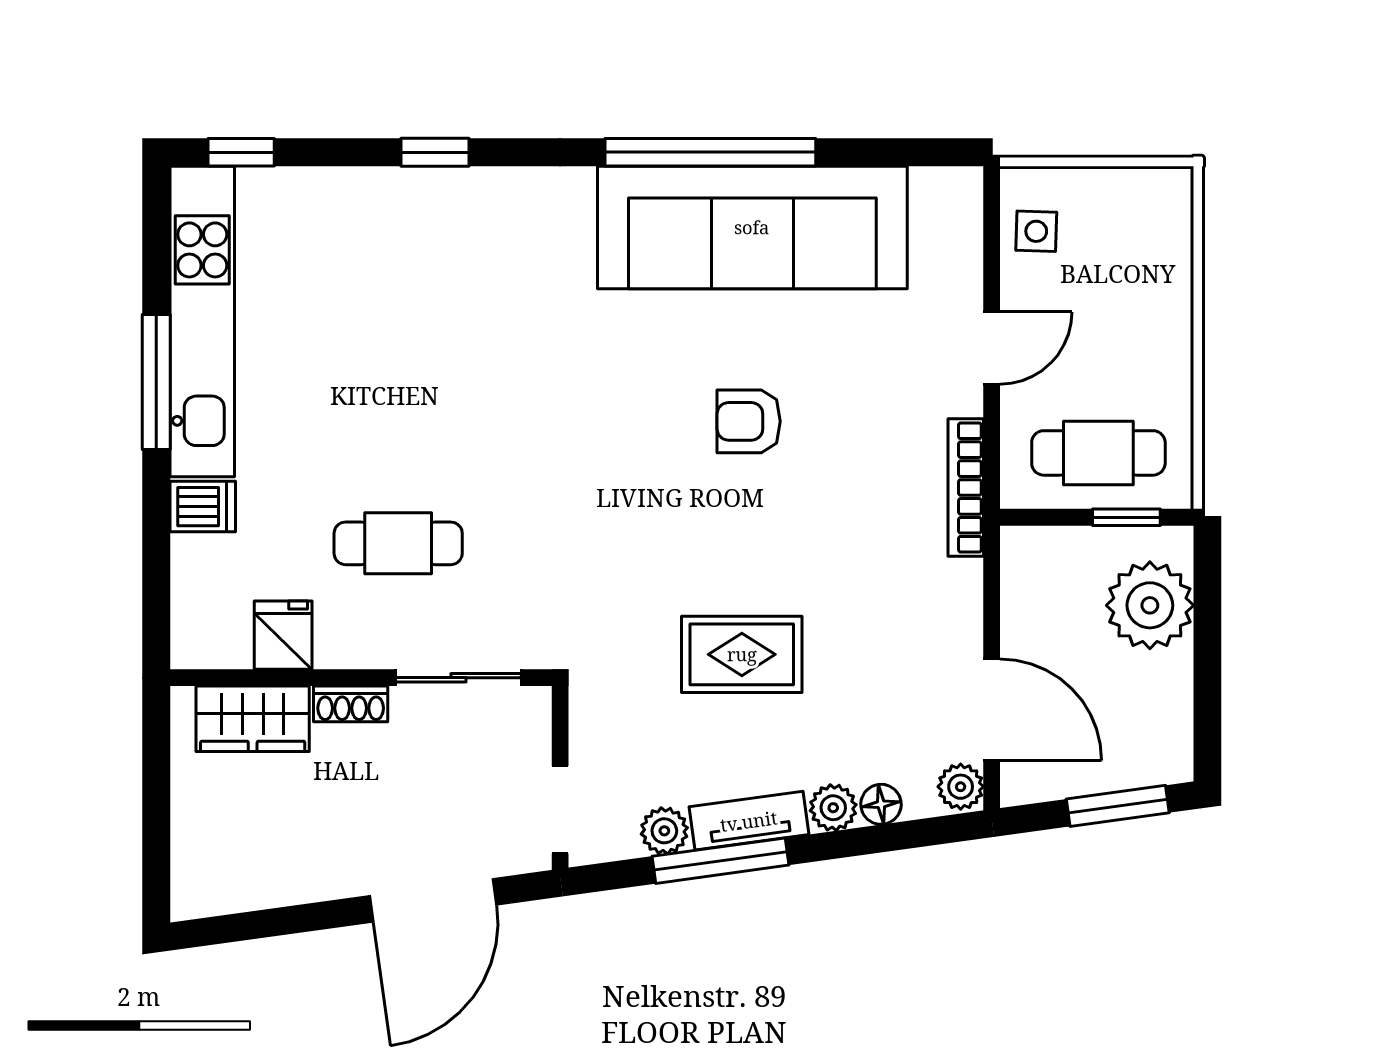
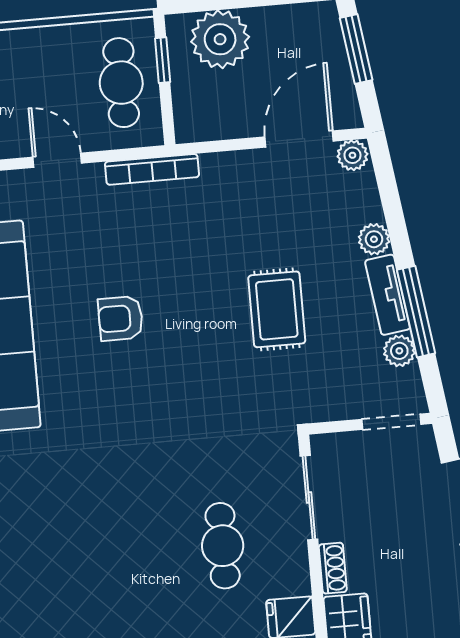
armchair: (749, 421) -> (120, 318), turned 90
floor lamp: (881, 804) -> (369, 207), removed

